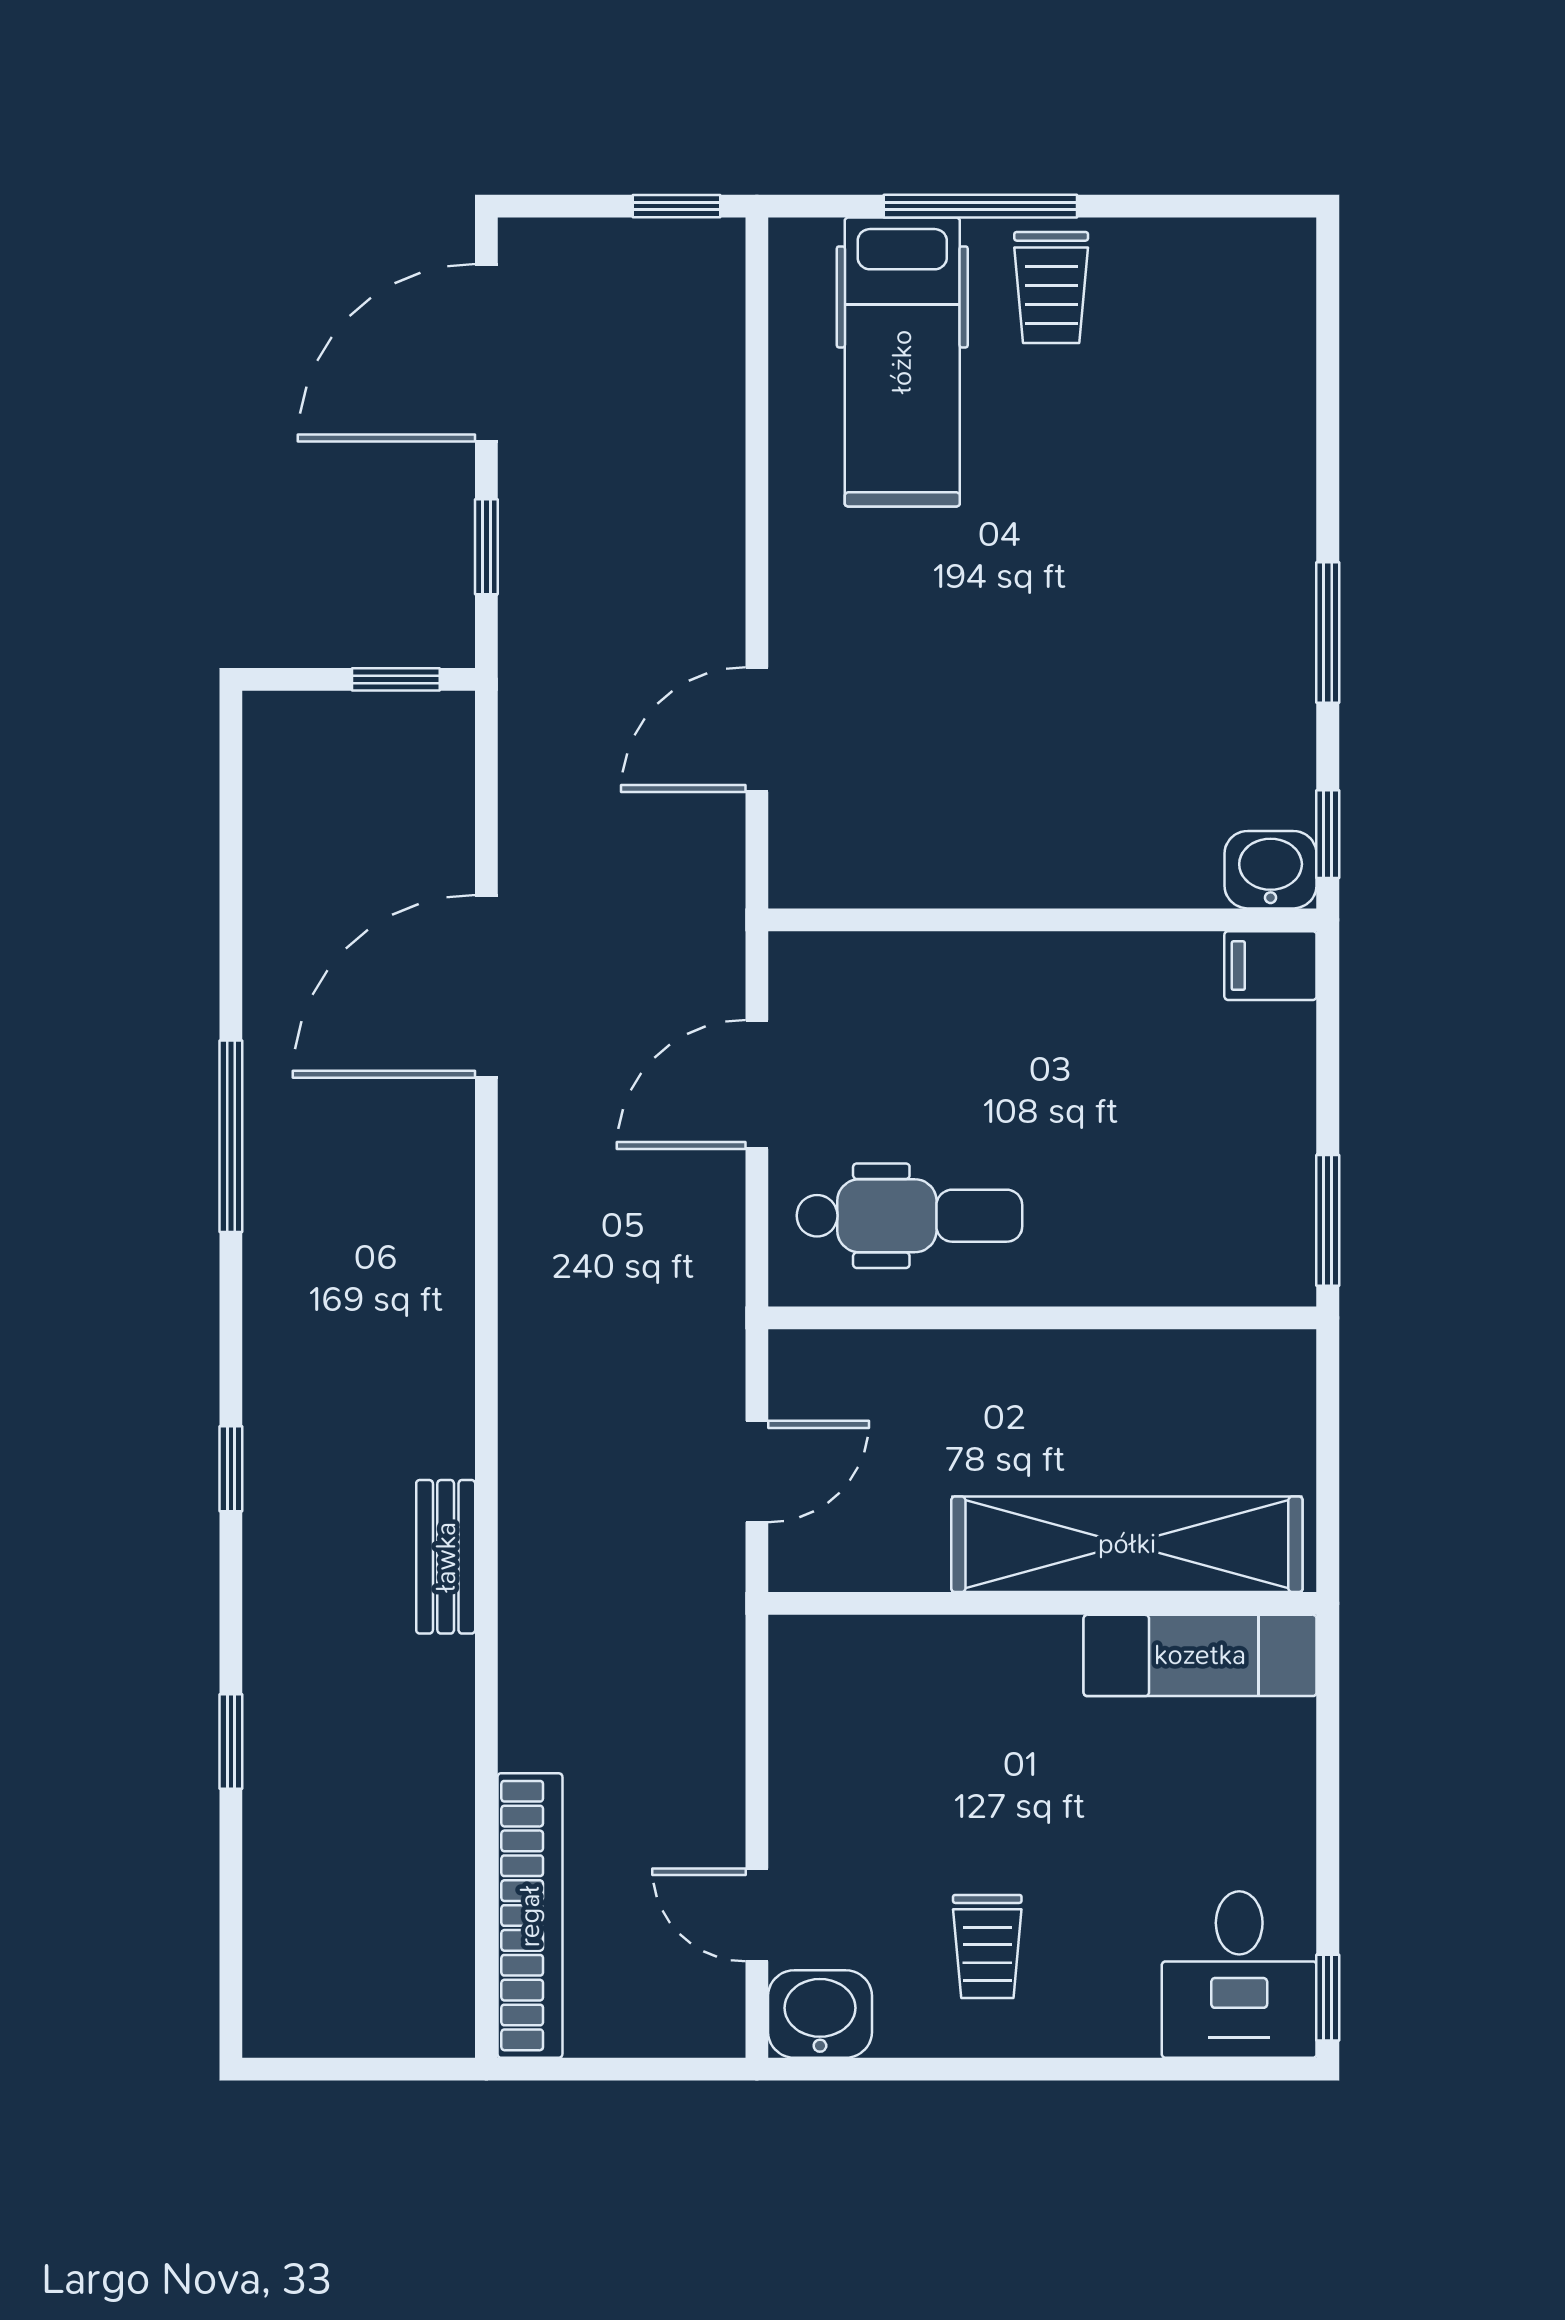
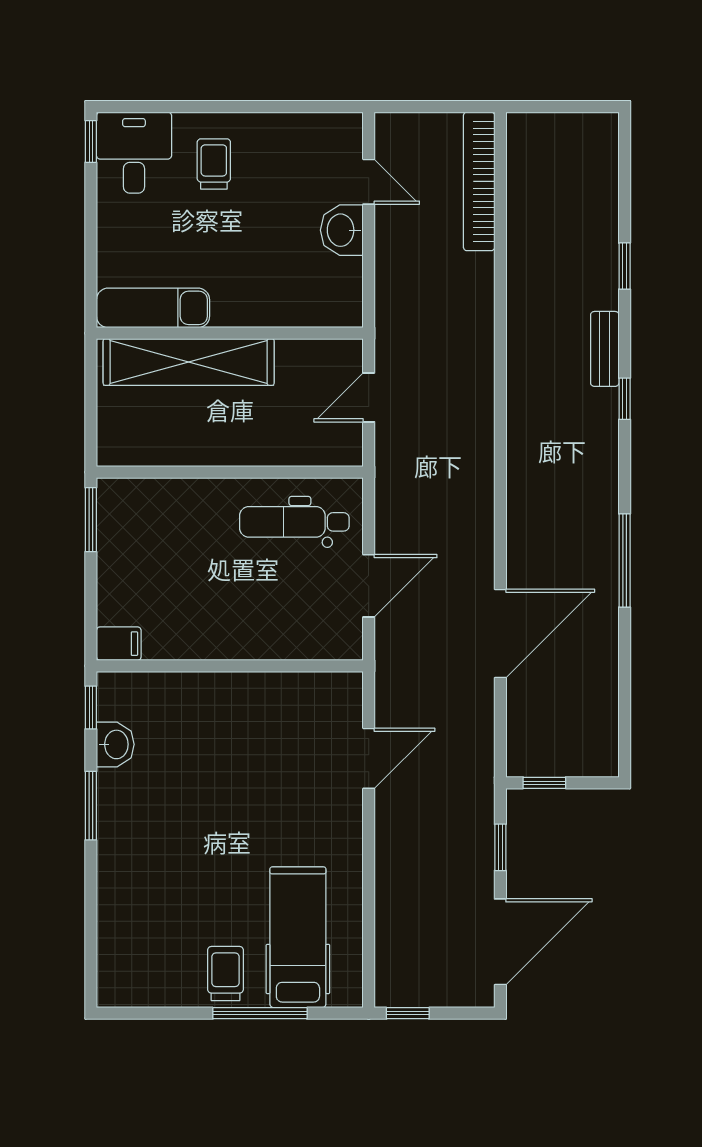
washbasin: (1271, 870) -> (115, 744), moved, turned -90
bench: (446, 1557) -> (605, 349), moved
trolley: (987, 1946) -> (214, 164), moved
washbasin: (820, 2014) -> (342, 230), moved, turned 90

